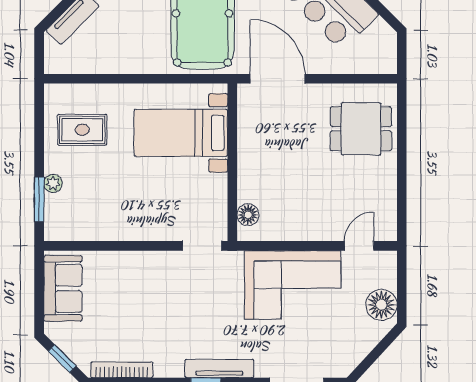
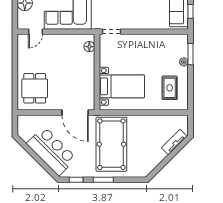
dining table: (361, 129) -> (35, 88), turned 90
rug: (82, 130) -> (170, 88), turned 90
window: (39, 288) -> (190, 11), added

